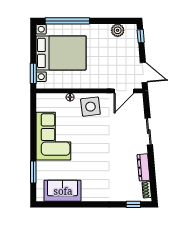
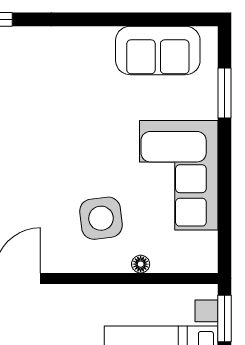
side table: (90, 107) -> (101, 218), moved

